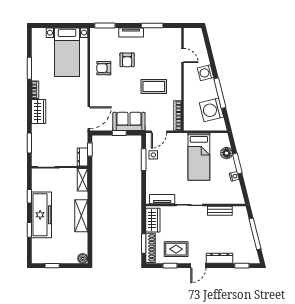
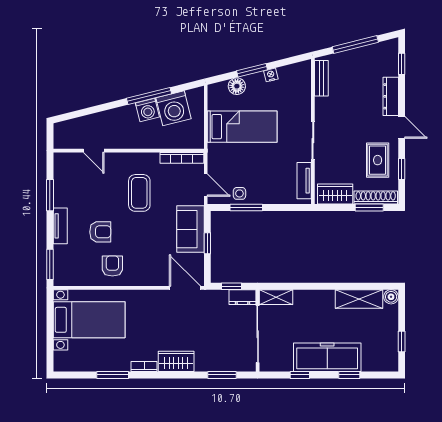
door: (183, 55) -> (94, 151), swing flipped
armchair: (104, 68) -> (112, 266), turned 180
washing machine: (206, 73) -> (147, 110), moved
bench: (220, 211) -> (321, 78), moved
shelving: (81, 216) -> (359, 299), moved

